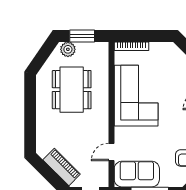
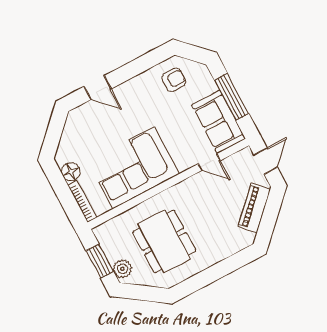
floor lamp: (157, 49) -> (71, 172), added
dining table: (72, 90) -> (164, 241), turned 90

